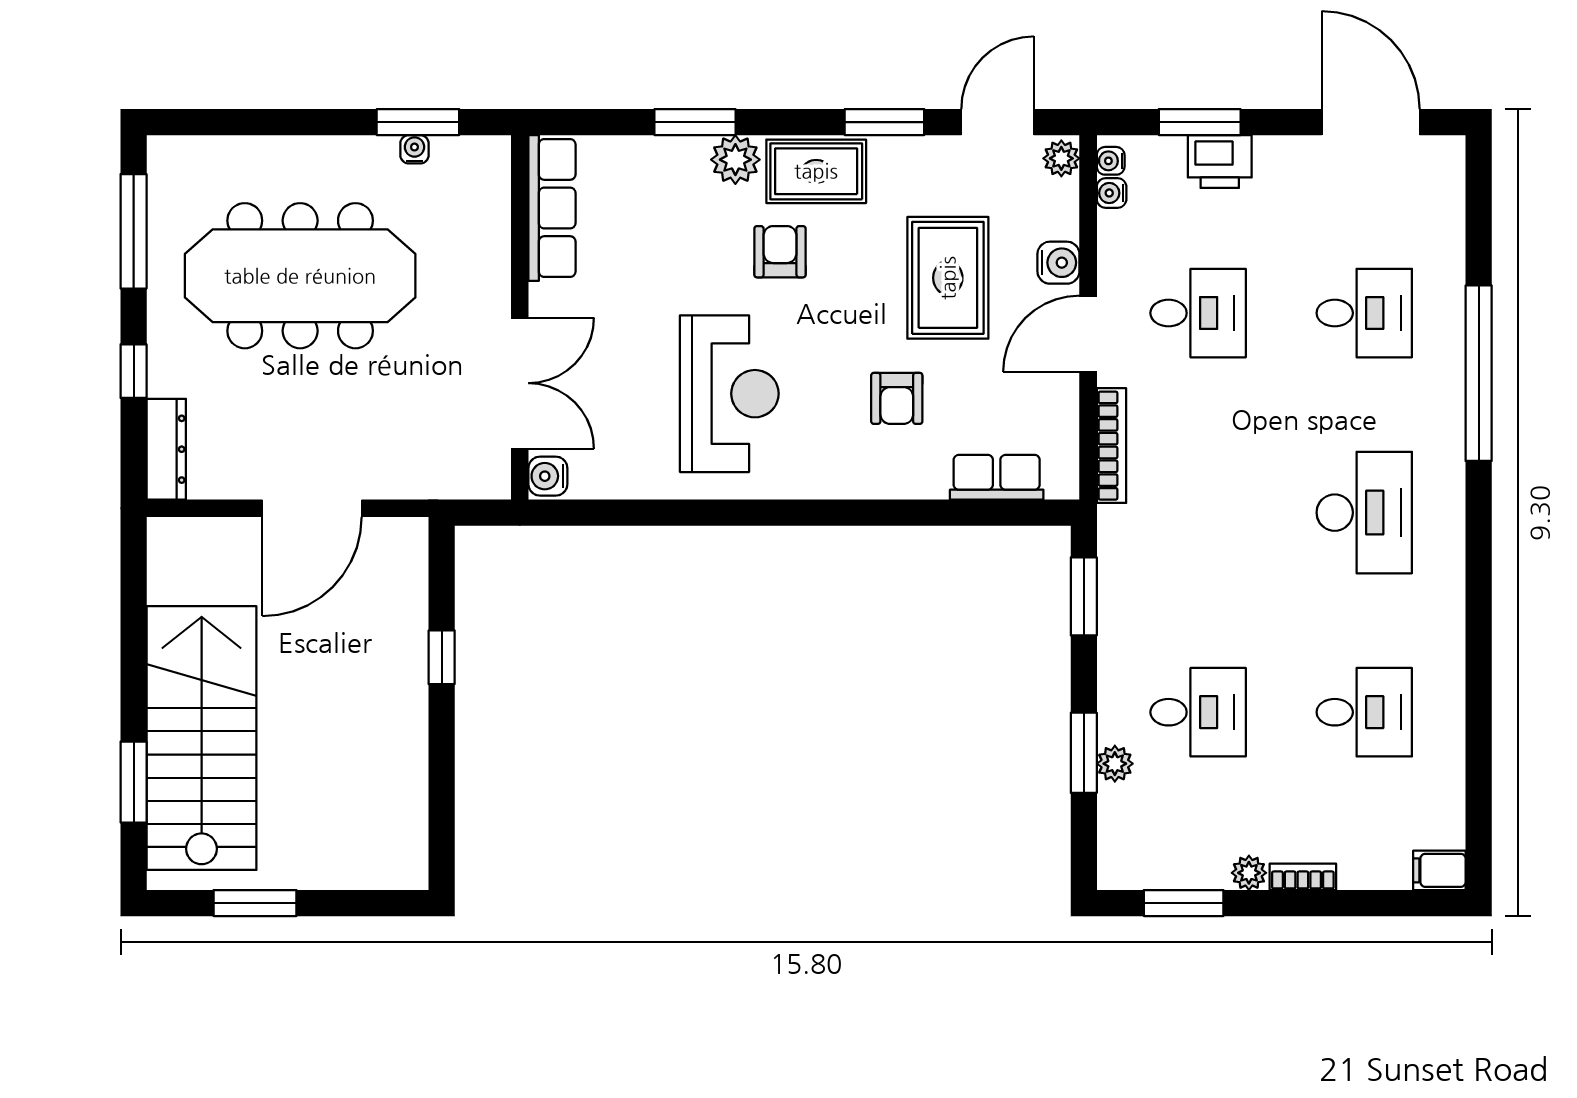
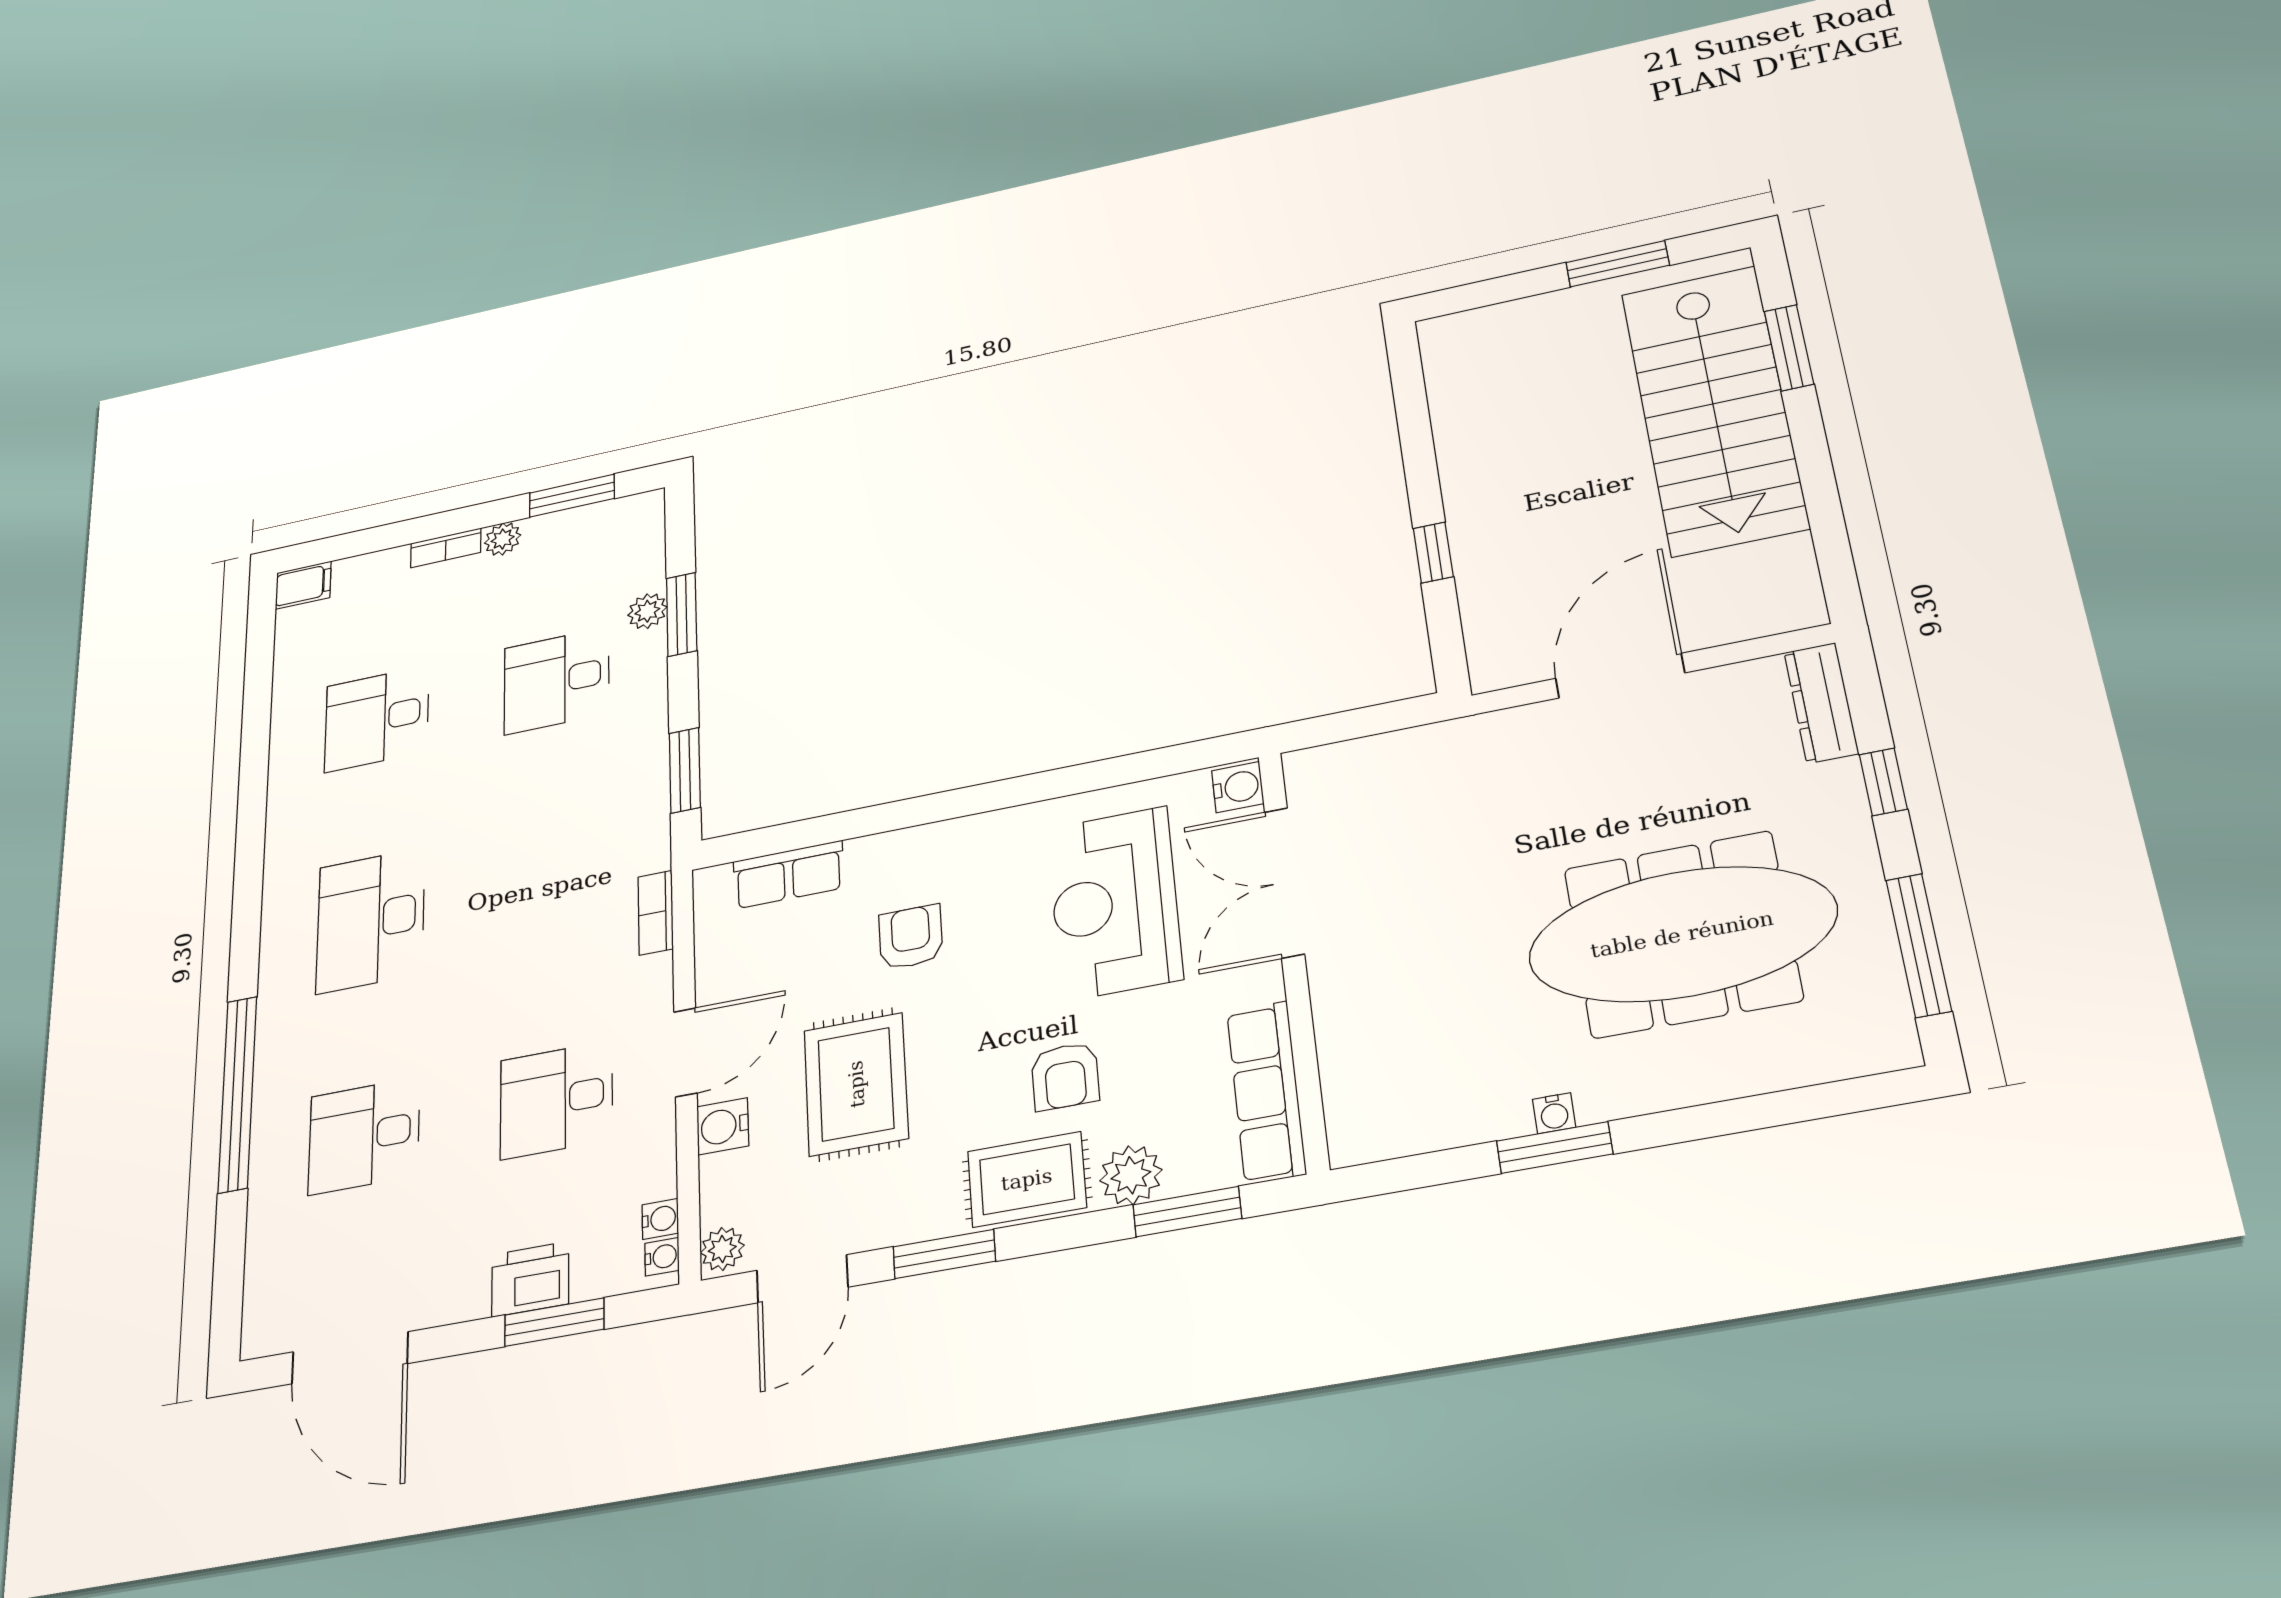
row of seats: (552, 208) -> (1266, 1092), moved
wall: (520, 317) -> (1293, 957), moved
double door: (520, 383) -> (1284, 882), moved
bookcase: (1111, 446) -> (656, 913), width x0.64
water cooler: (548, 476) -> (1238, 787), moved

